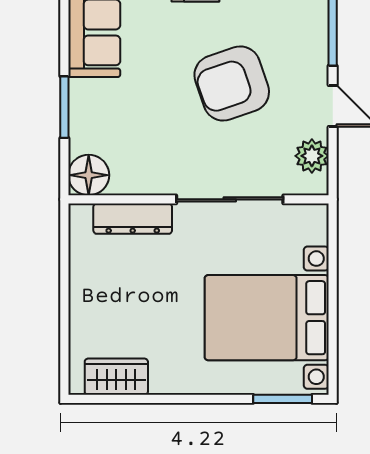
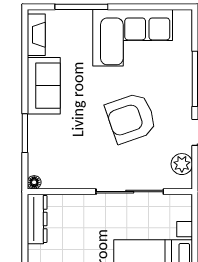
floor lamp: (89, 175) -> (34, 182), width x0.53, depth x0.53
dresser: (133, 219) -> (37, 219), moved, turned -90

